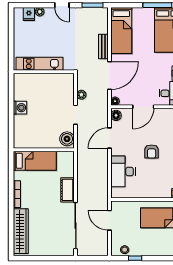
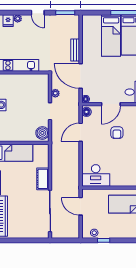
bed: (121, 31) -> (111, 36), moved
door: (109, 76) -> (81, 76), swing flipped
armchair: (152, 152) -> (117, 133), moved
desk: (123, 171) -> (96, 175), moved, turned -90

